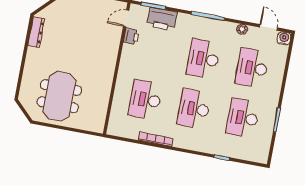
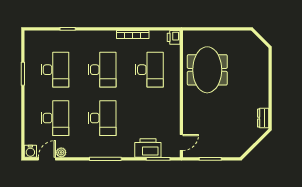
door: (268, 27) -> (47, 159), swing flipped
plant: (242, 29) -> (61, 152), moved
dresser: (36, 32) -> (263, 118), width x0.70
printer: (131, 36) -> (174, 37), moved
meeting table: (59, 96) -> (207, 70), moved

